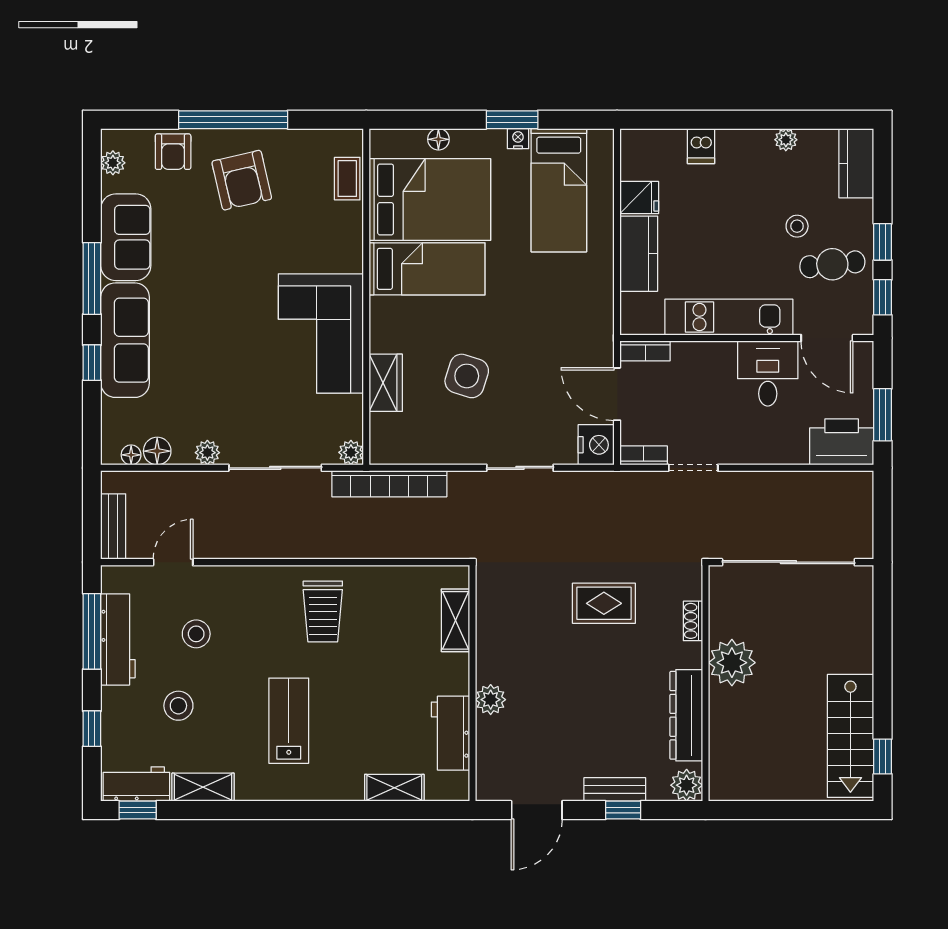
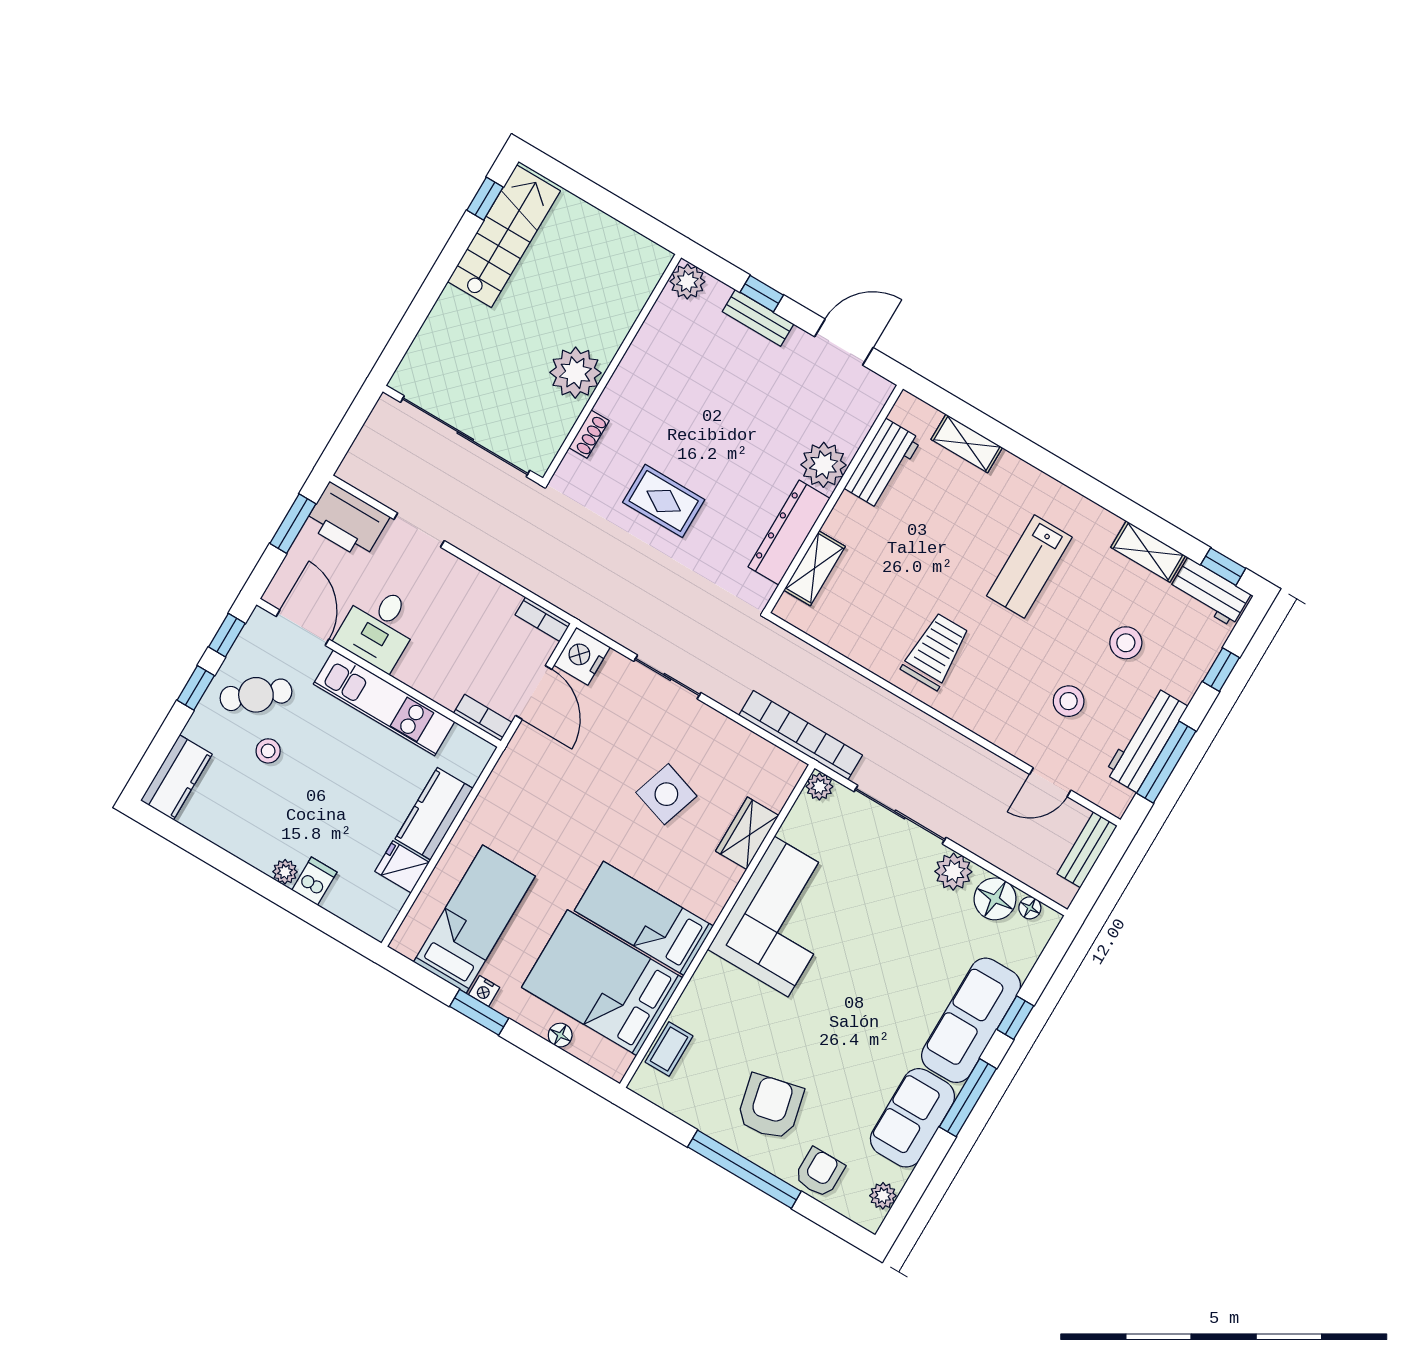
plant: (786, 140) -> (285, 872), moved
cafe table: (832, 264) -> (256, 695), turned -33
floor lamp: (157, 451) -> (995, 899), width x1.38, depth x1.38
plant: (207, 453) -> (953, 872), width x1.38, depth x1.38
doorway: (693, 468) -> (419, 530), moved
plant: (491, 700) -> (824, 465), width x1.36, depth x1.36
dresser: (686, 715) -> (789, 533), moved, turned 180

